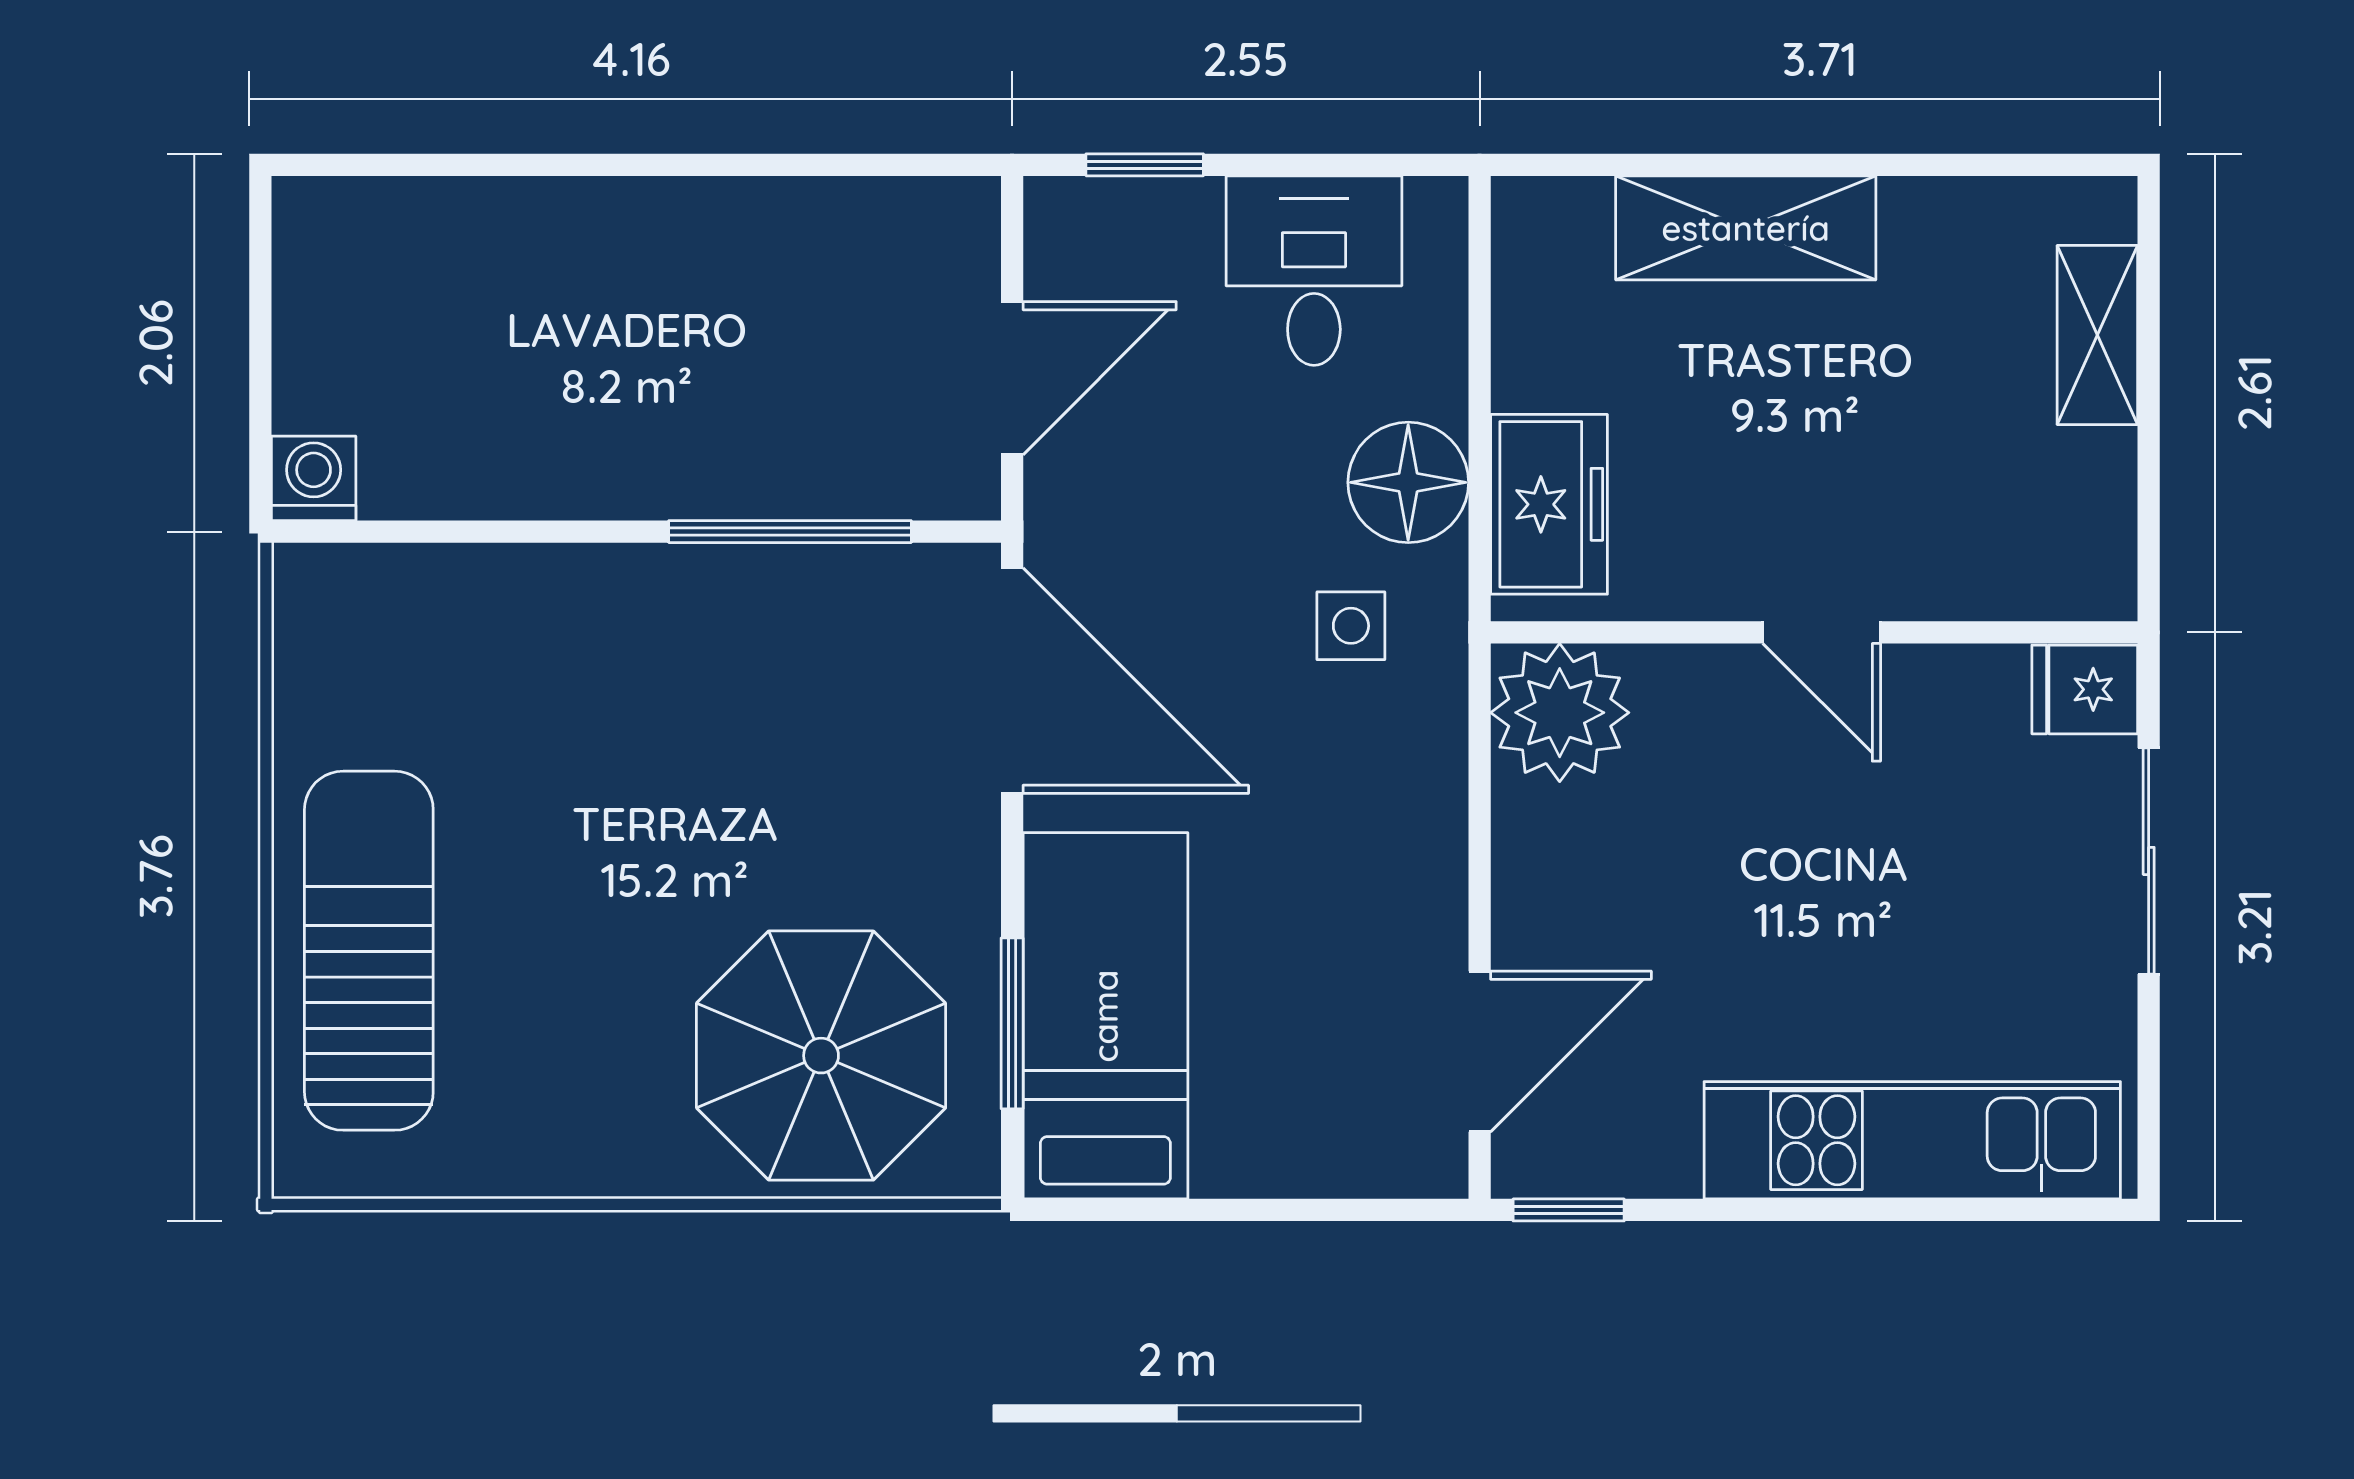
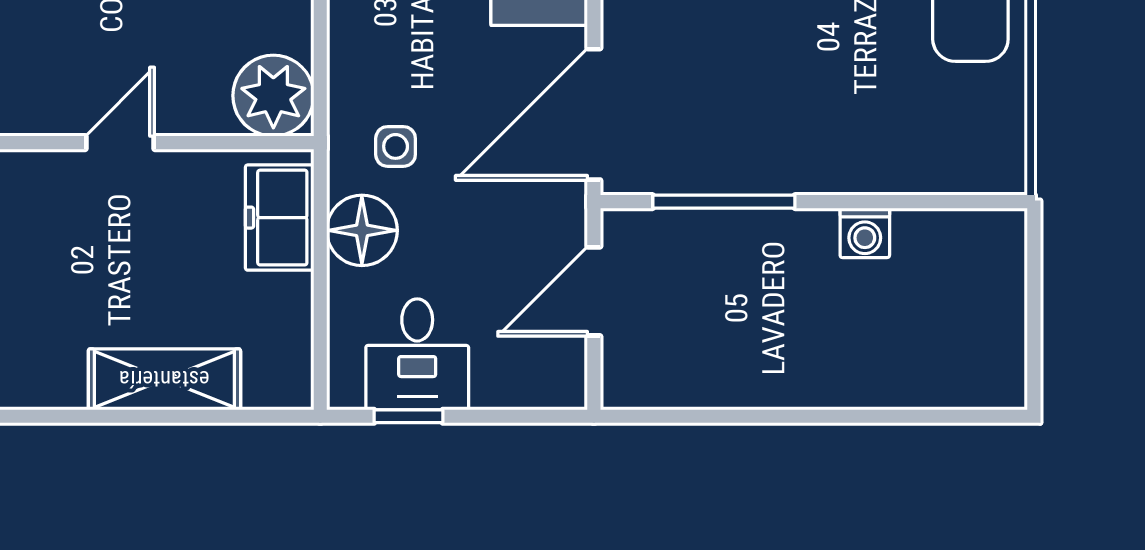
window: (1145, 165) -> (408, 416), moved
washing machine: (314, 478) -> (865, 233), moved
door: (1822, 632) -> (120, 143), hinge flipped
door: (1012, 681) -> (594, 114), hinge flipped

